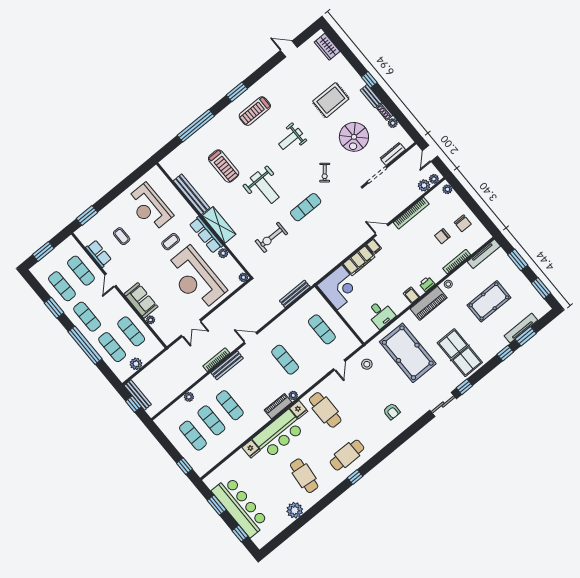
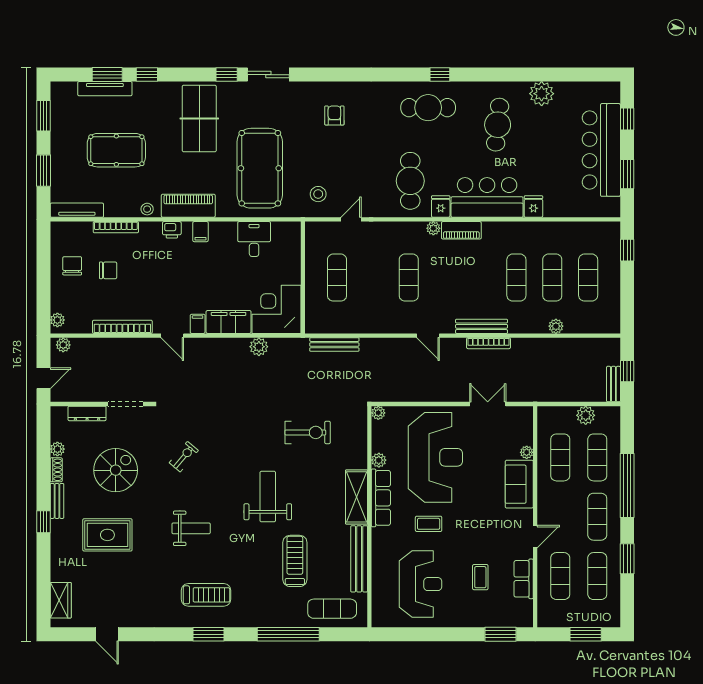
plant: (424, 185) -> (259, 347), moved
exercise mat: (306, 207) -> (332, 609), moved
bench: (138, 395) -> (613, 384), width x0.73

